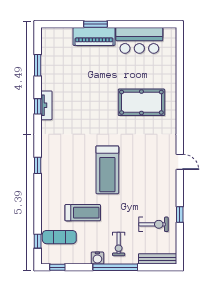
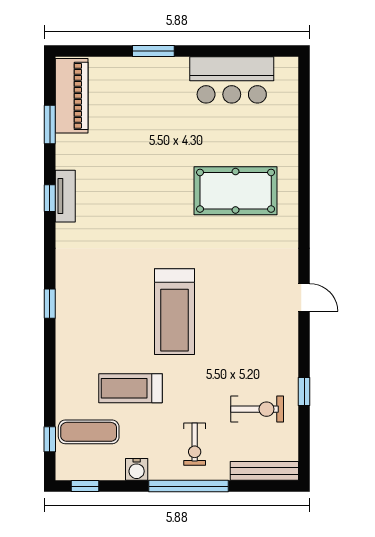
piano: (94, 36) -> (72, 96), moved, turned -90
treadmill: (83, 213) -> (130, 388), turned 180
water cooler: (97, 258) -> (137, 469), moved

